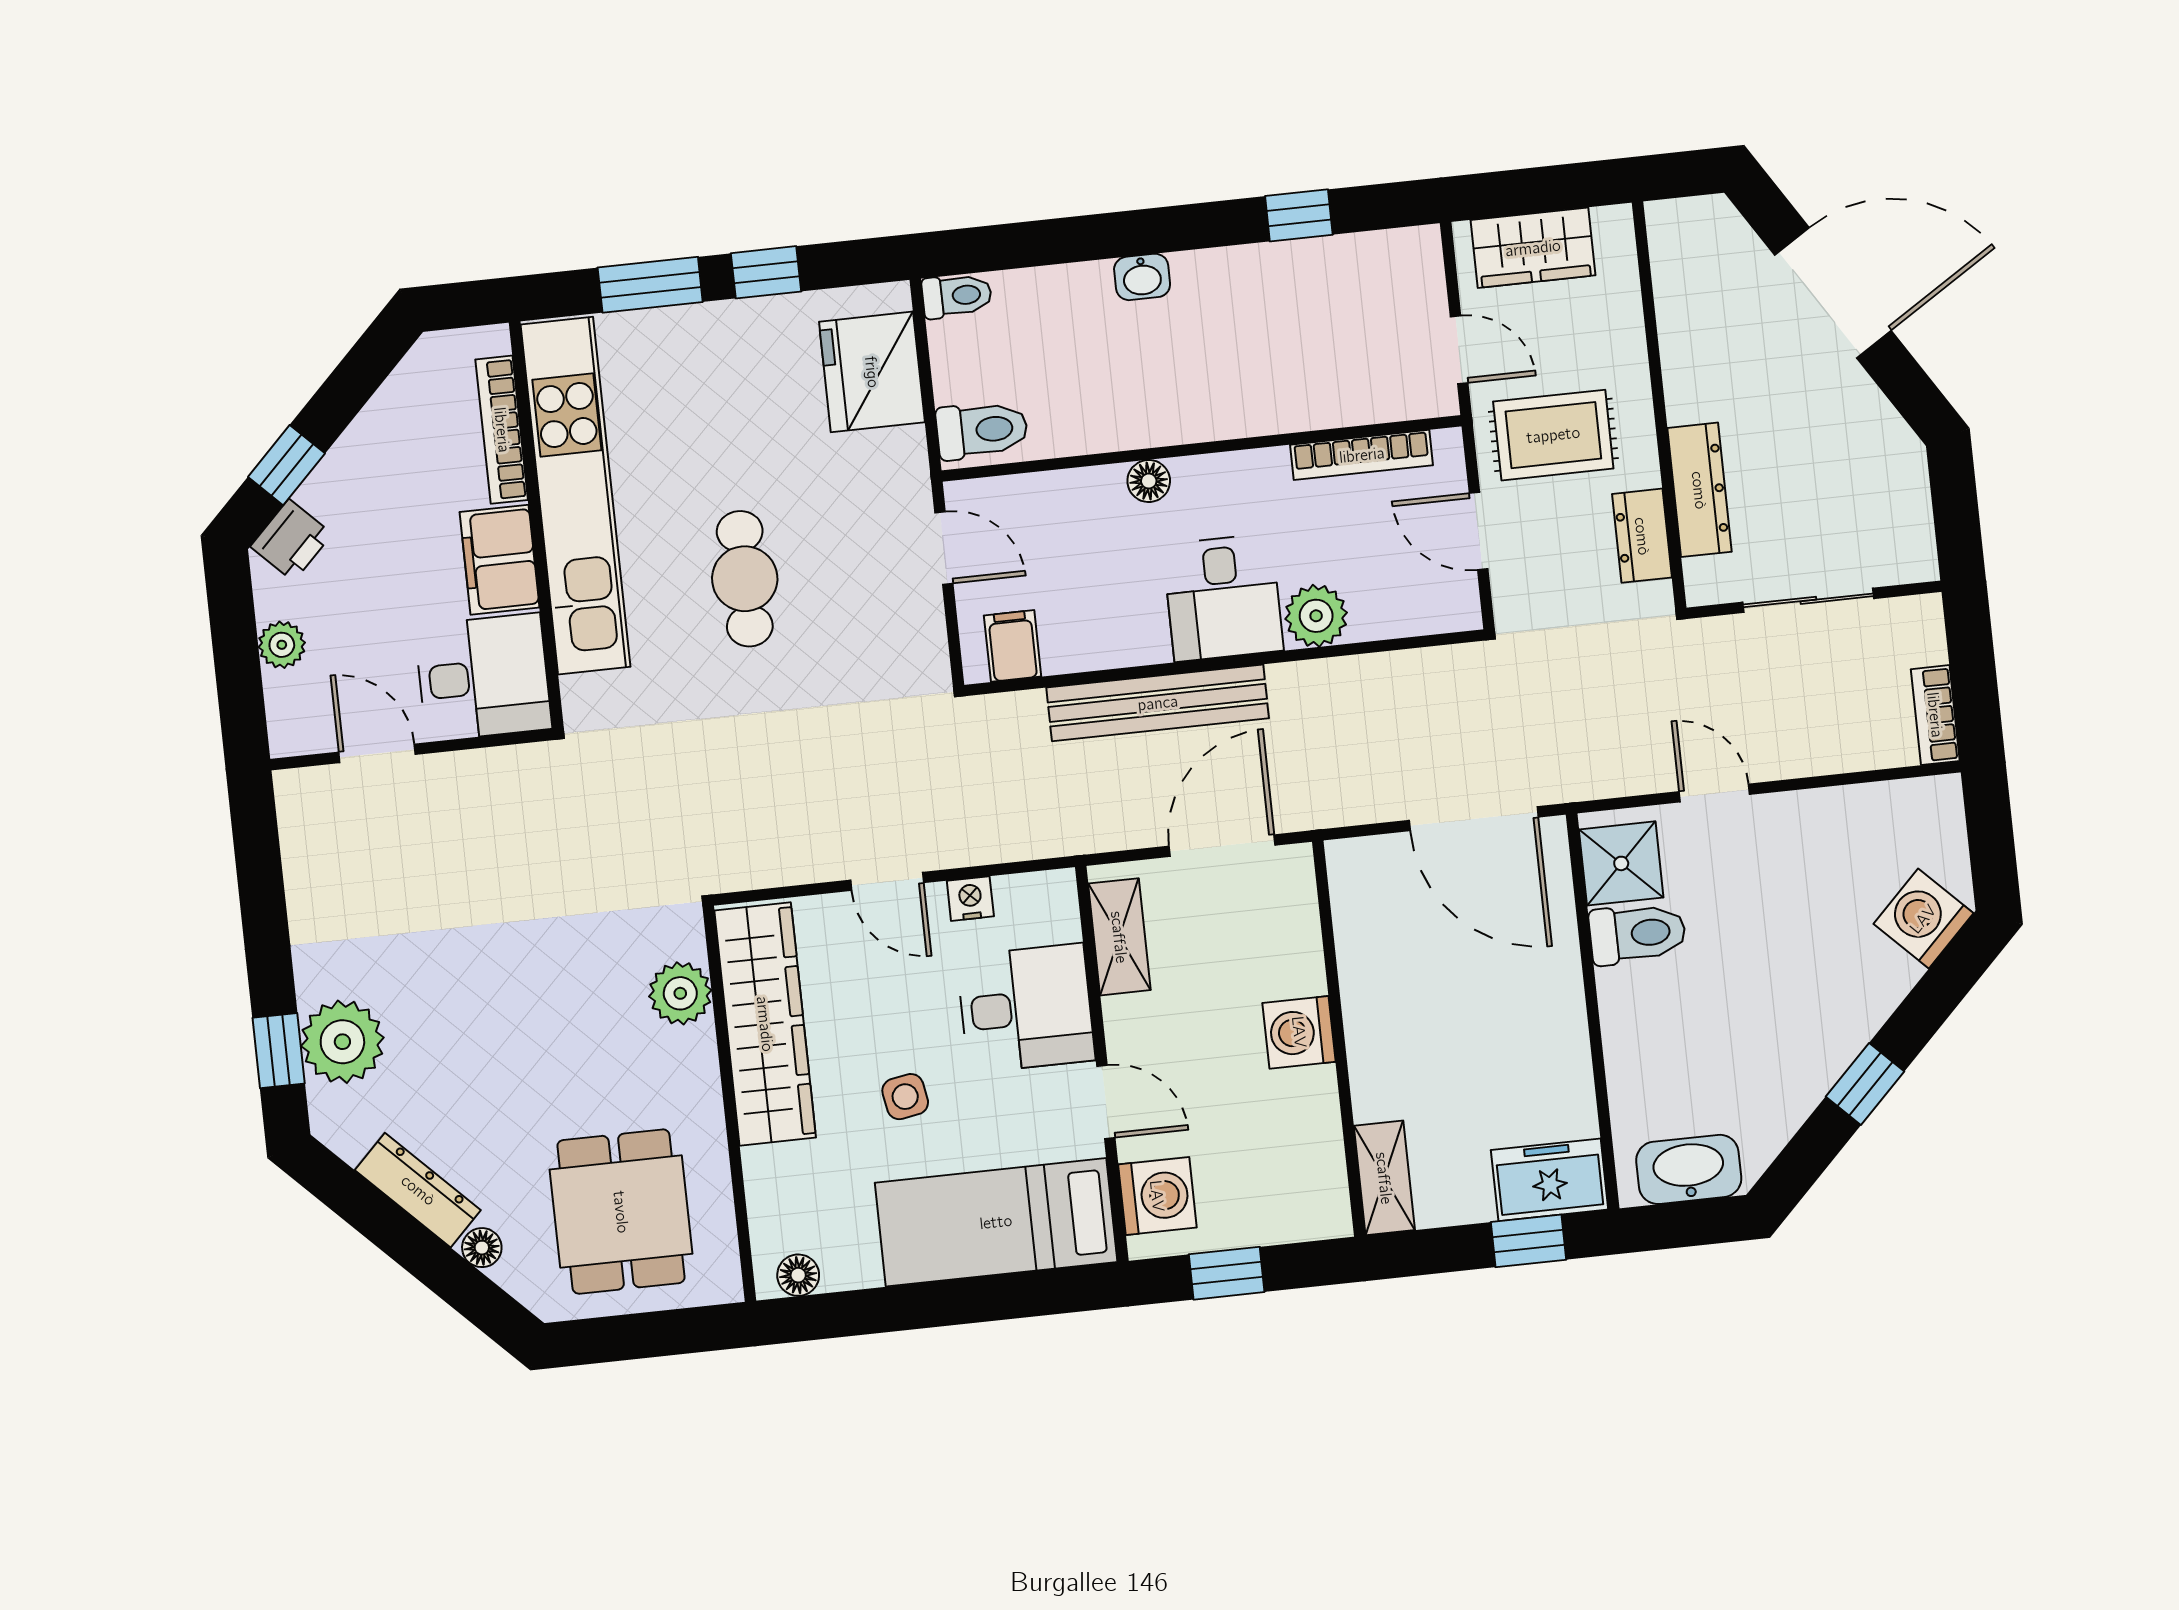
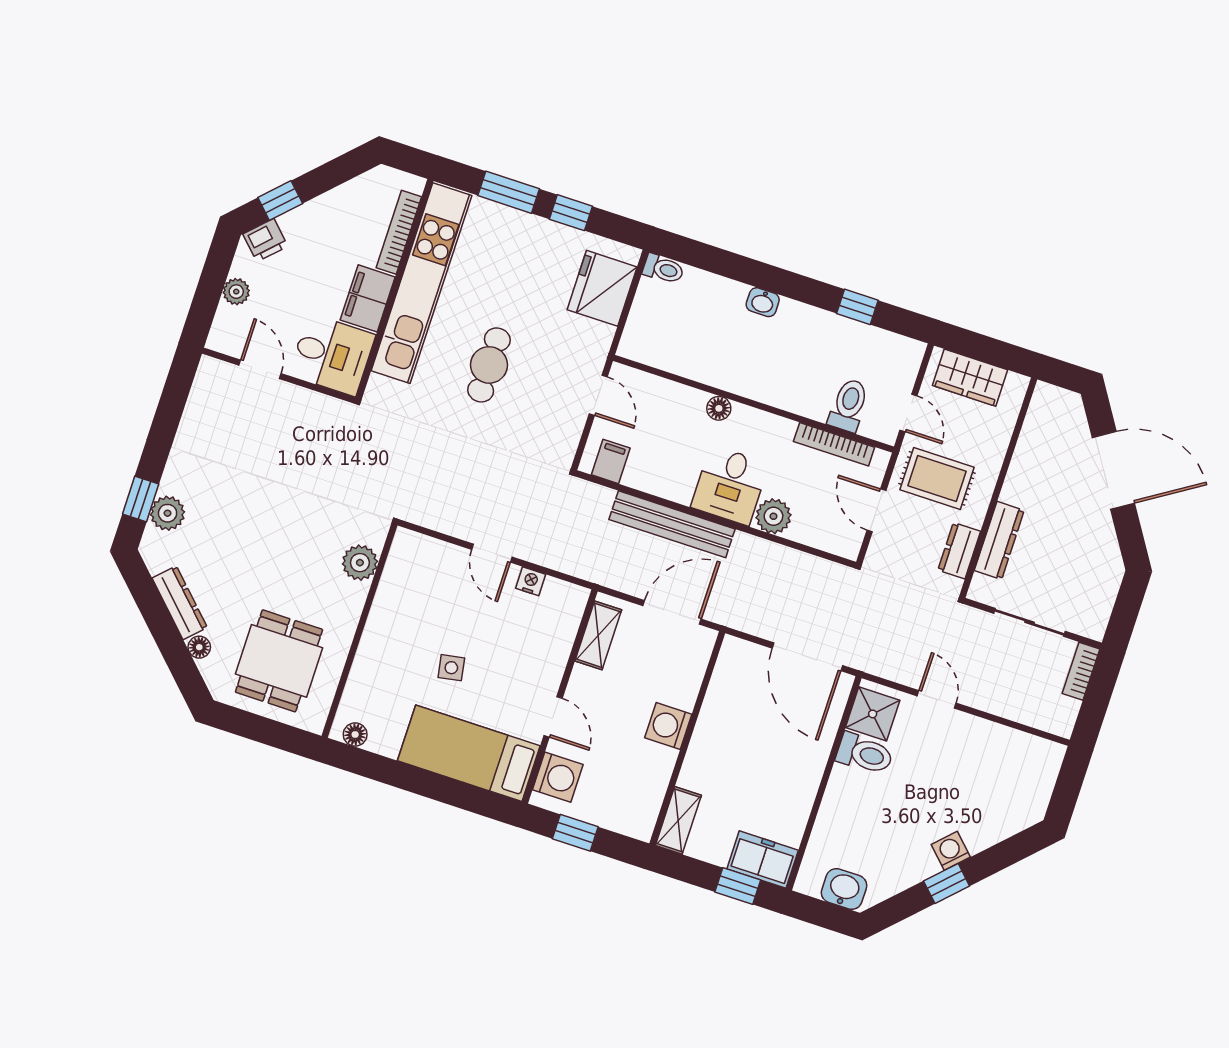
toilet: (982, 430) -> (849, 405), moved, turned -90
bookcase: (1935, 715) -> (1081, 671), moved
washing machine: (1923, 919) -> (951, 851), moved, width x0.73, depth x0.73
desk: (1026, 1008) -> (534, 650), removed
wardrobe: (765, 1024) -> (396, 598), removed
plant: (342, 1042) -> (168, 513), width x0.73, depth x0.73
washbasin: (1689, 1169) -> (844, 889), width x0.72

